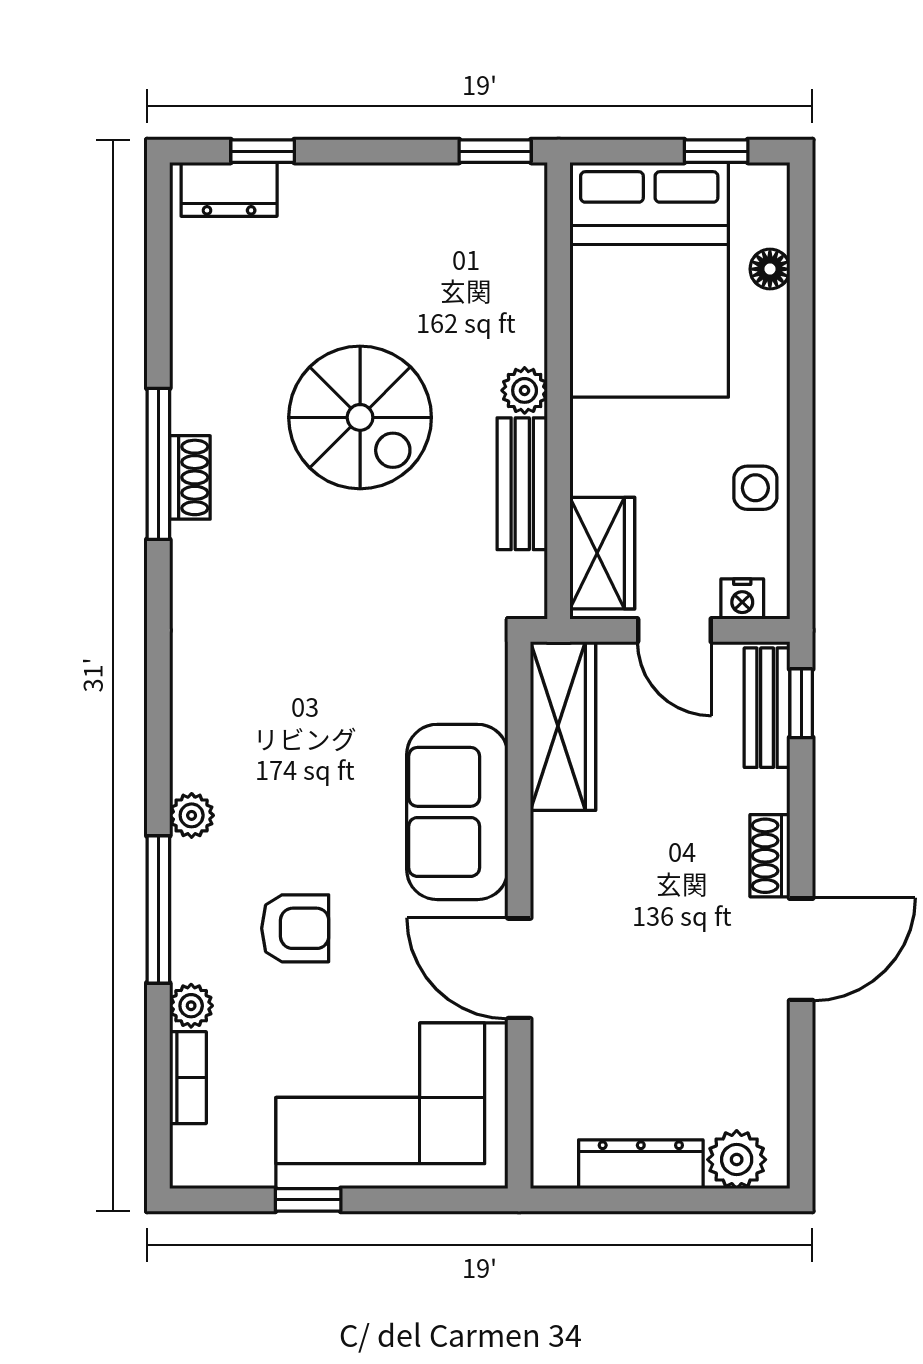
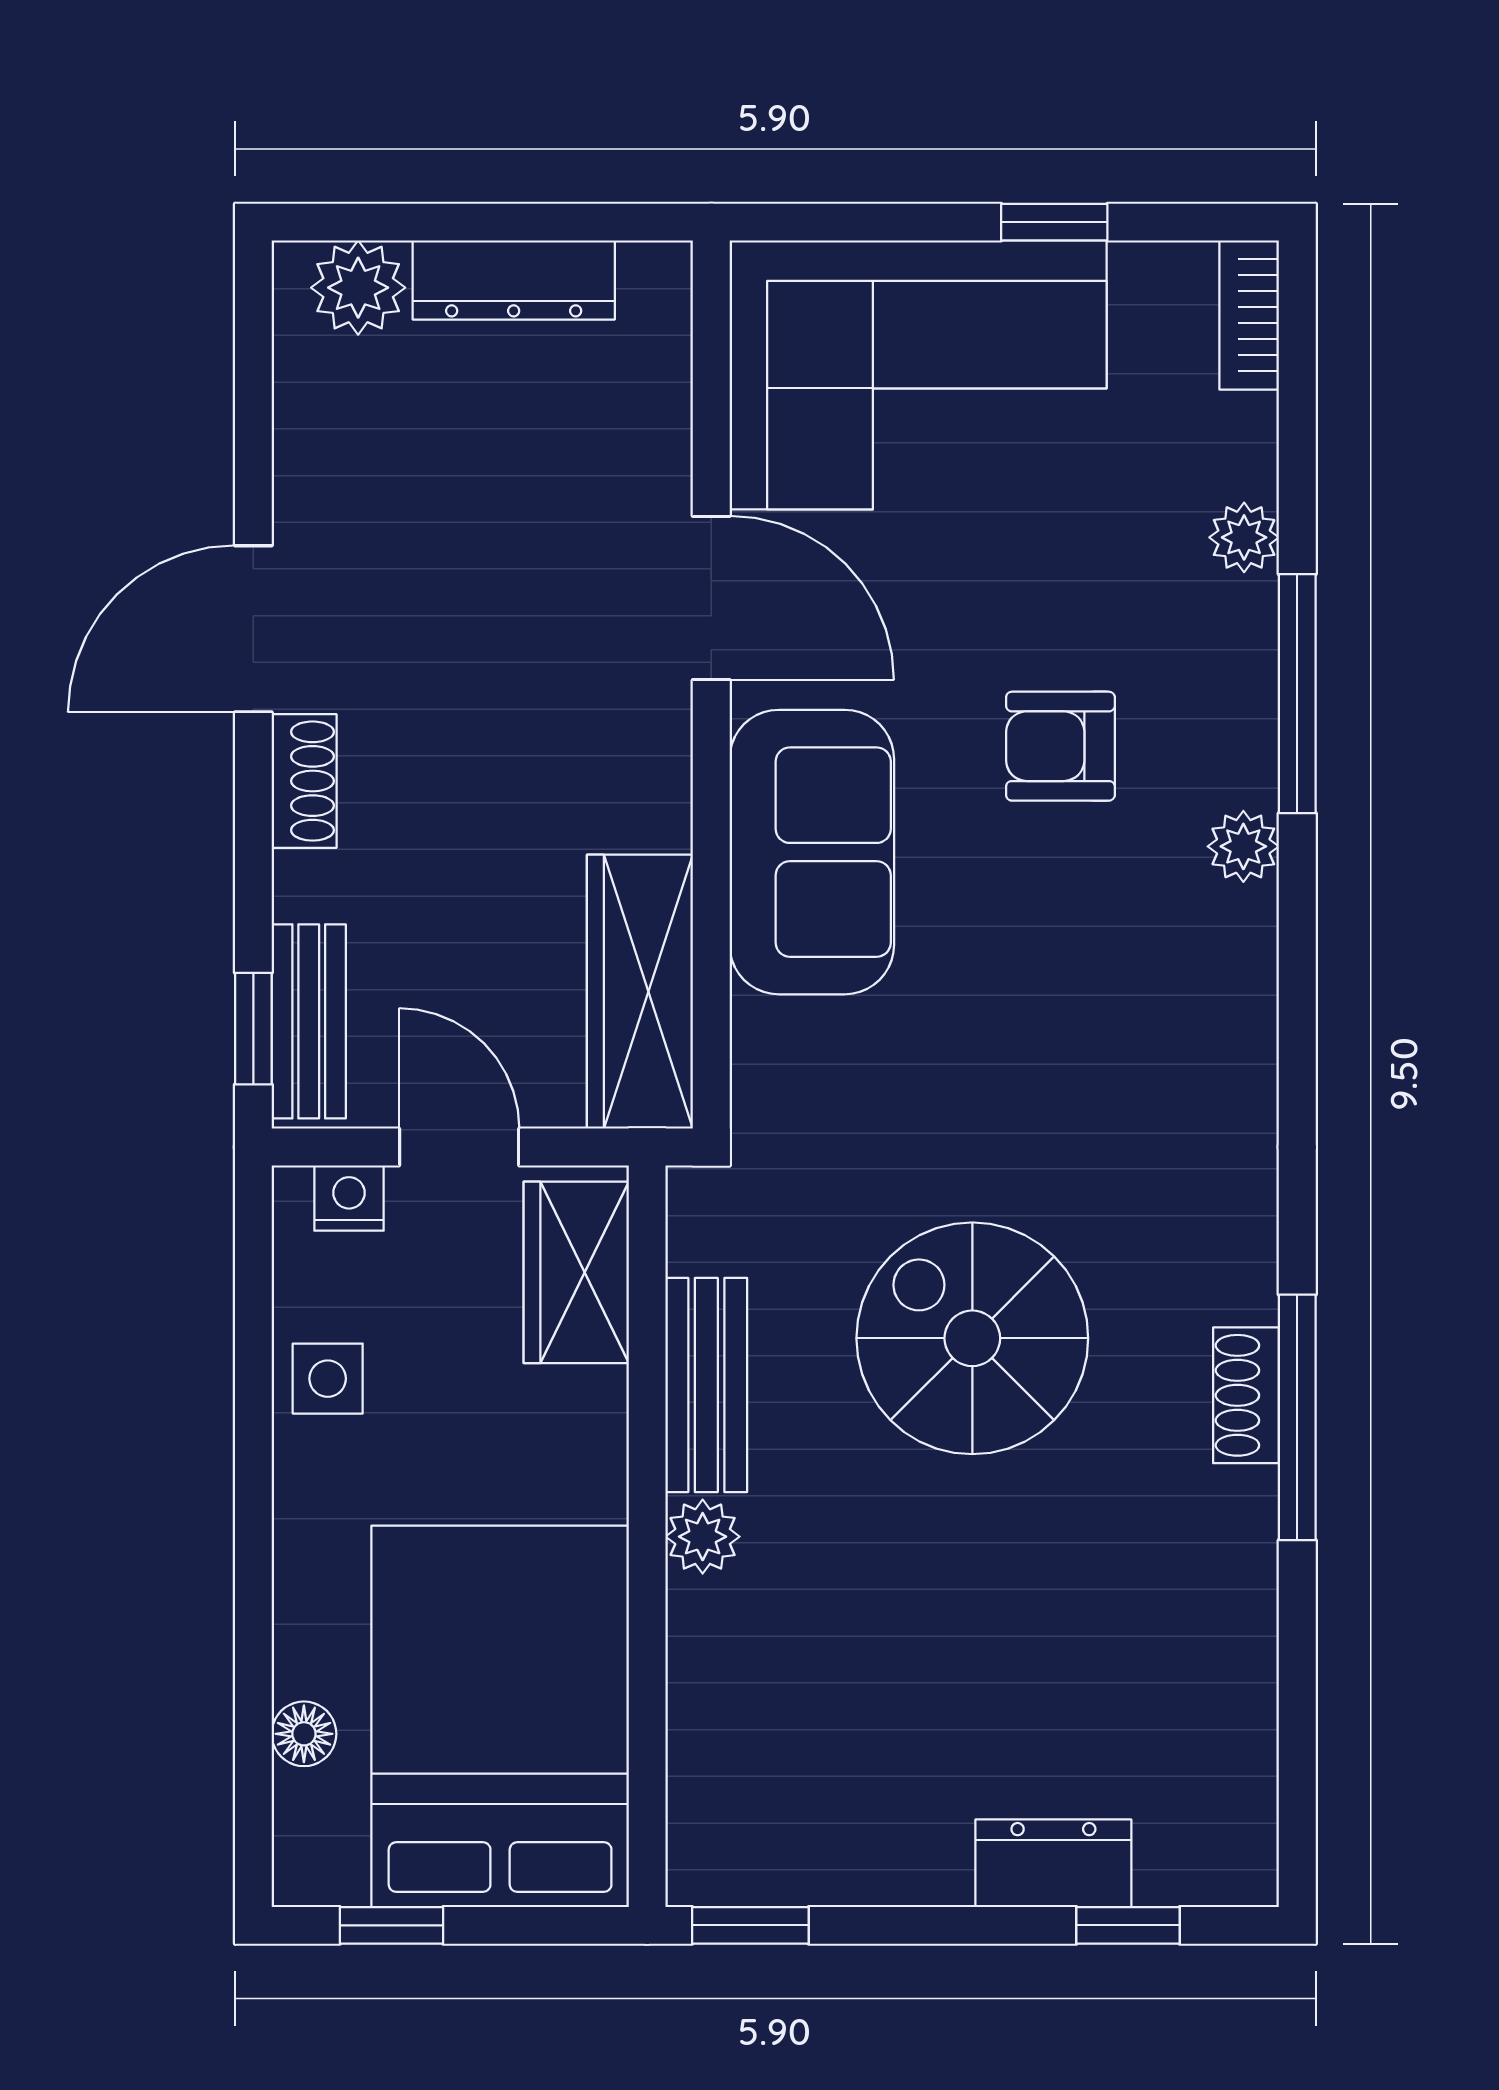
dresser: (229, 189) -> (1053, 1863), moved
spiral stairs: (360, 417) -> (972, 1338), moved
armchair: (295, 928) -> (1060, 746), moved
bookcase: (188, 1078) -> (1249, 315), moved

